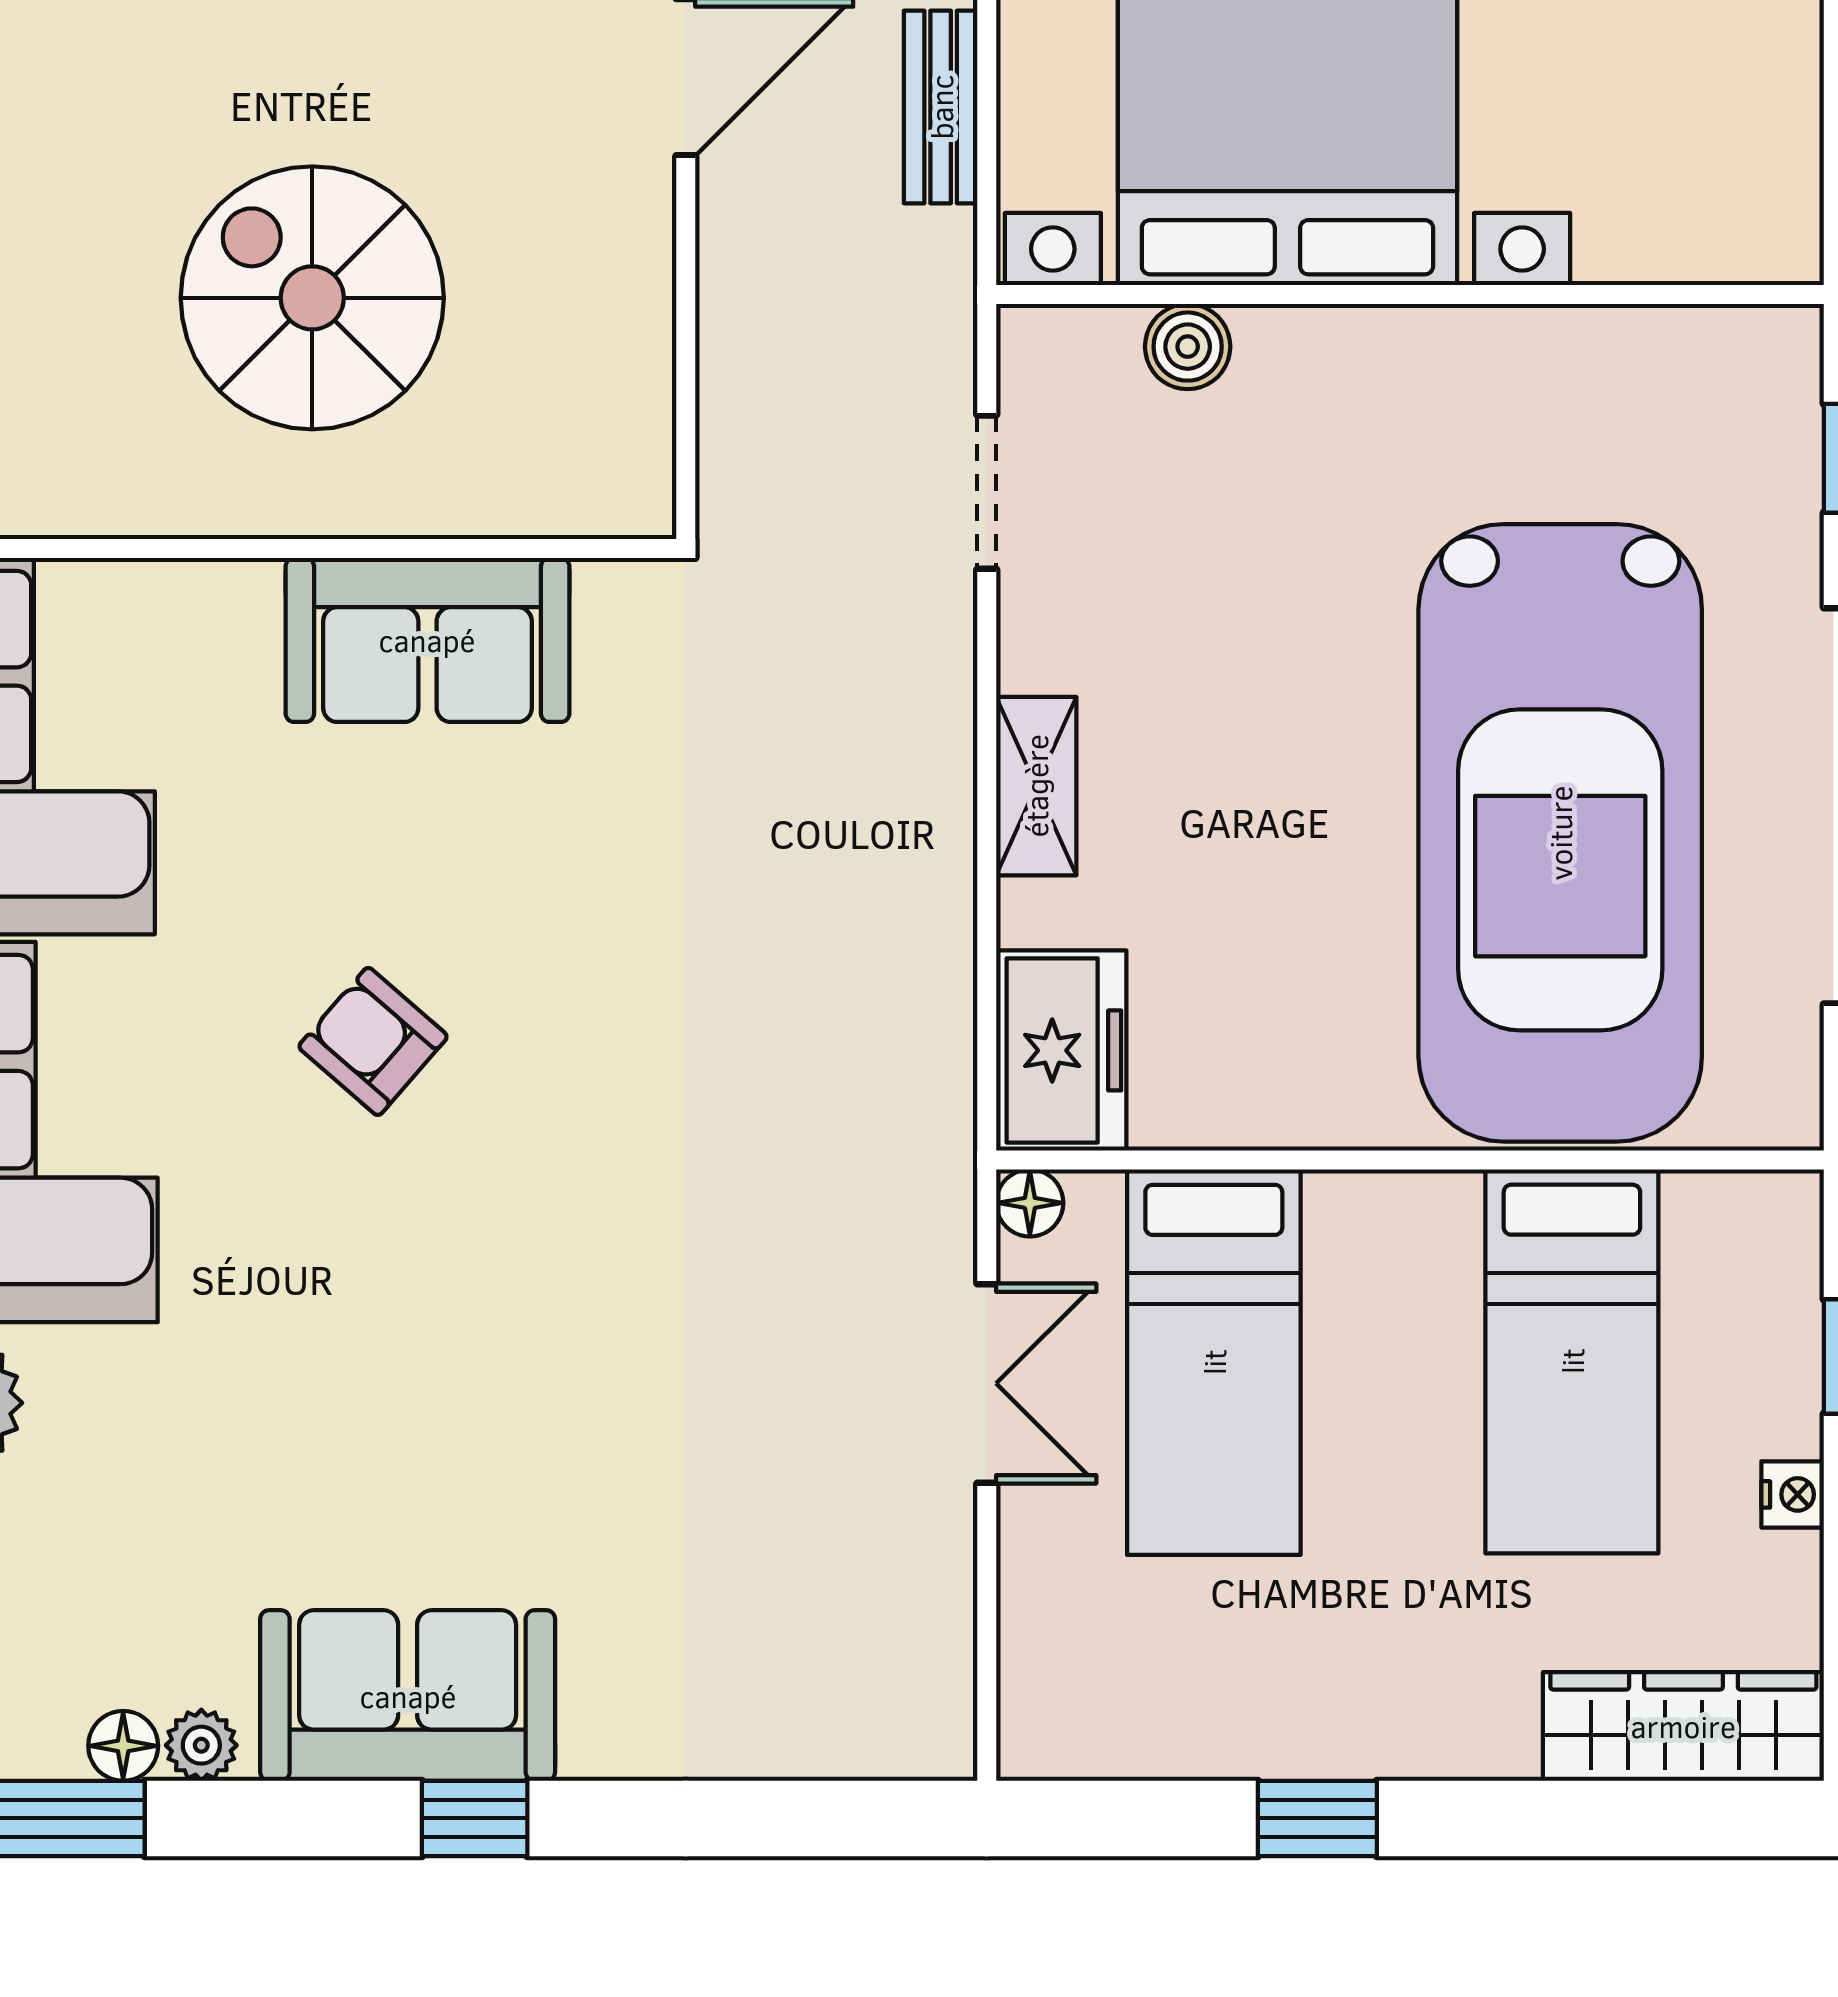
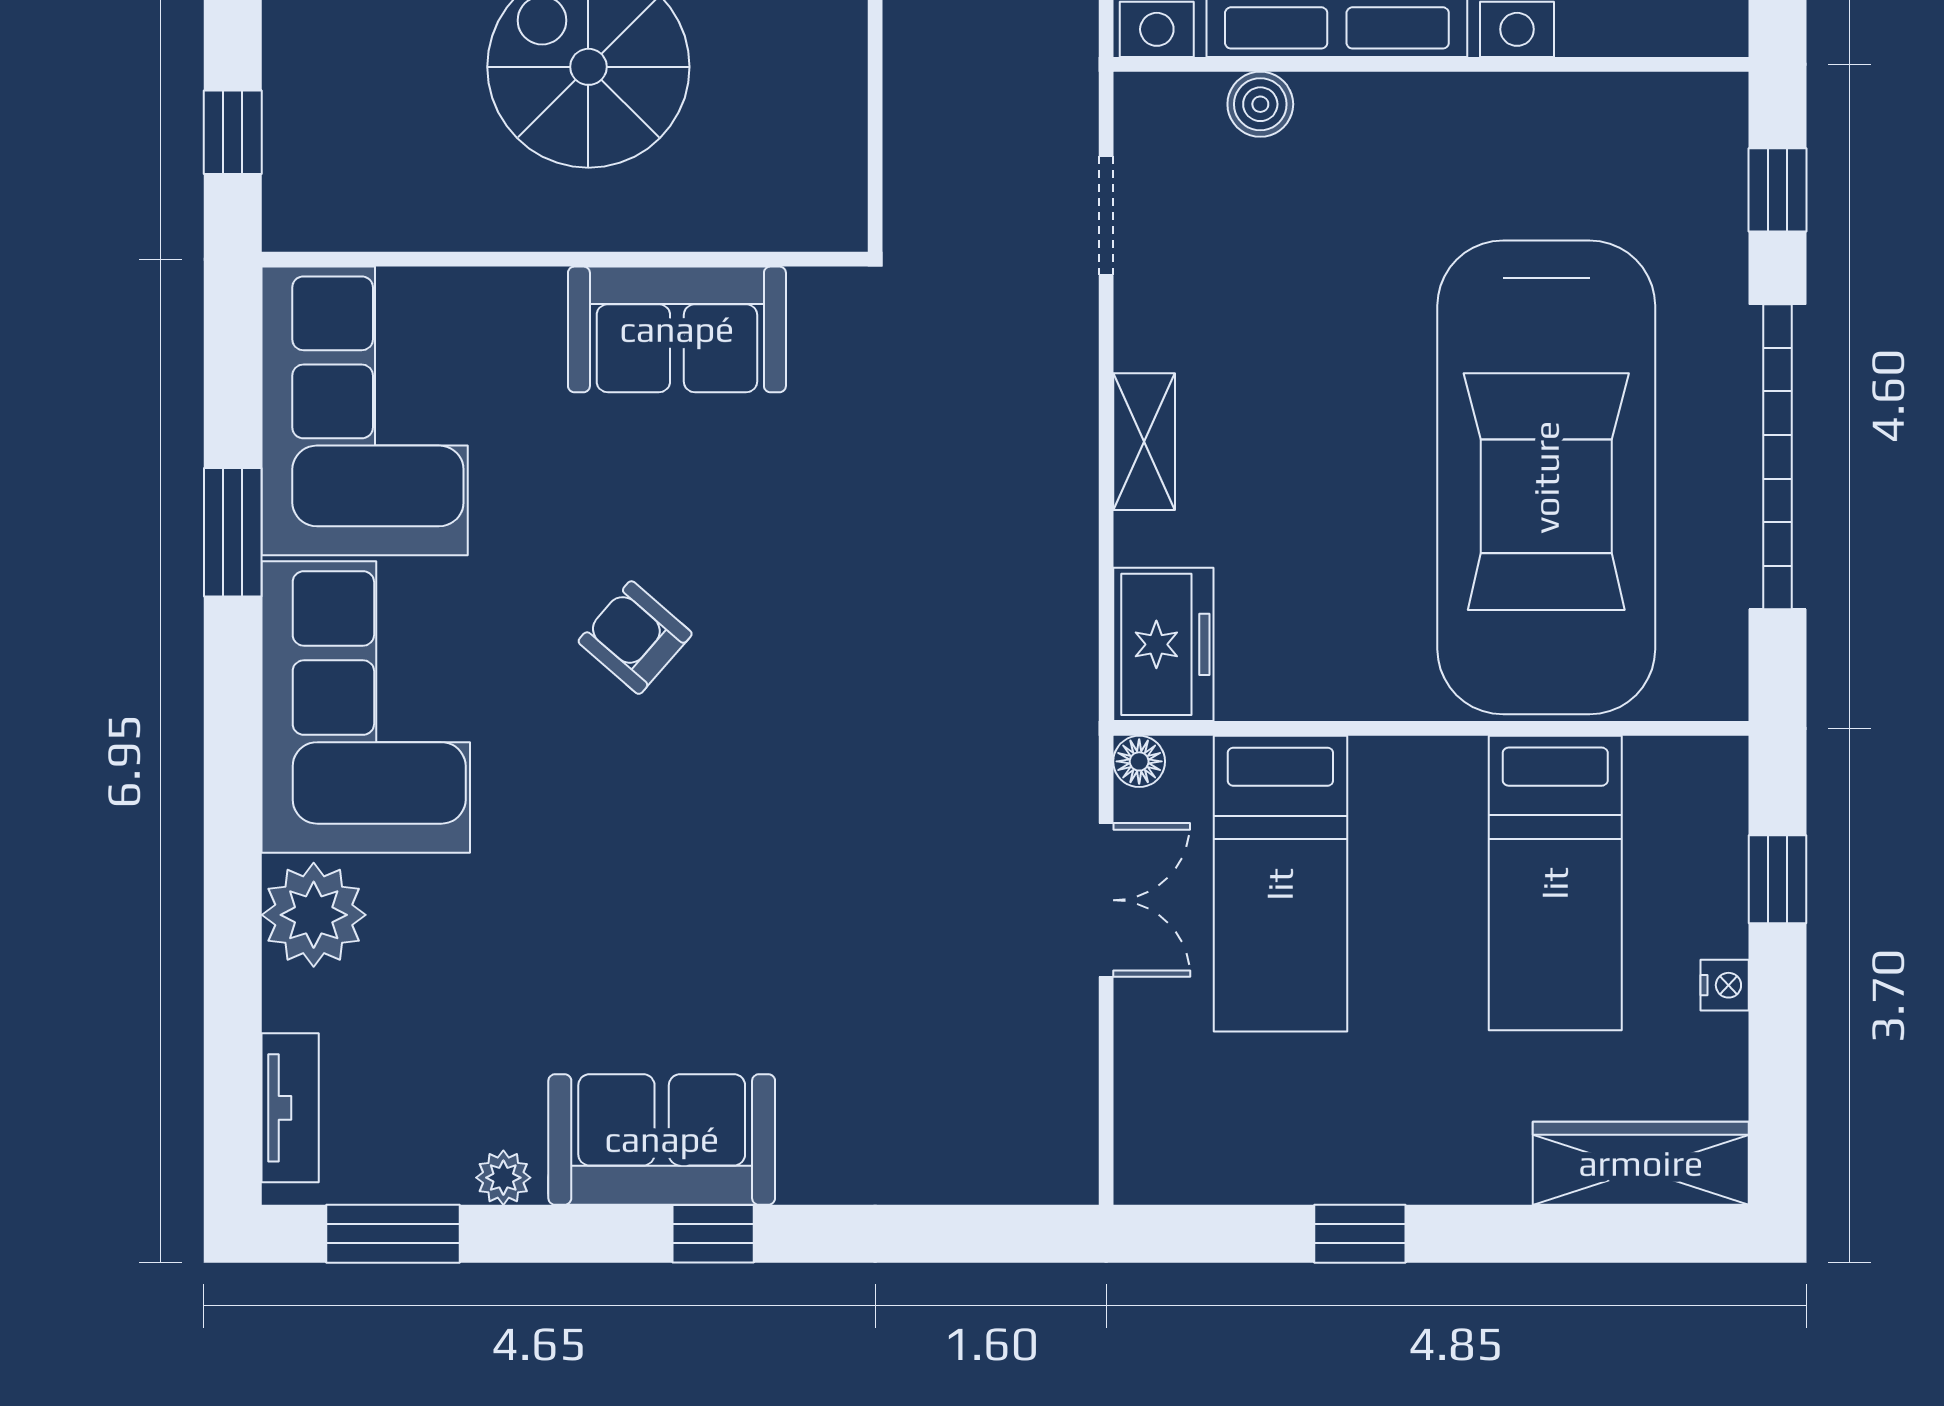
floor lamp: (123, 1746) -> (443, 1178), removed

